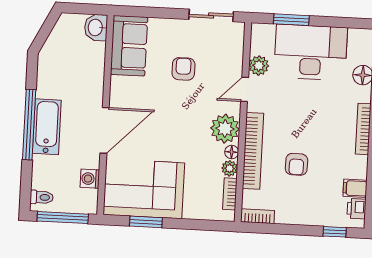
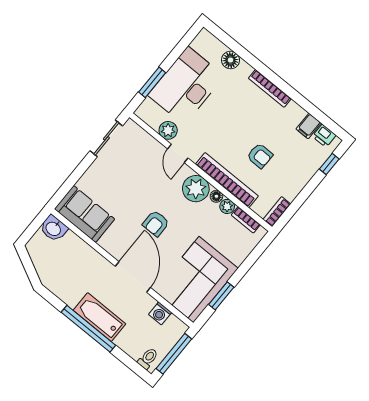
armchair: (183, 69) -> (156, 223), moved, turned -90

